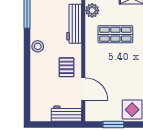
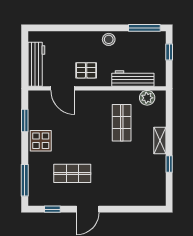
door: (83, 89) -> (63, 88), hinge flipped
workbench: (66, 114) -> (36, 64), width x1.38

